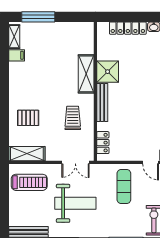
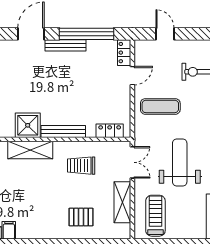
pallet: (28, 118) -> (81, 217), turned 90
shelving: (27, 154) -> (122, 202), moved

